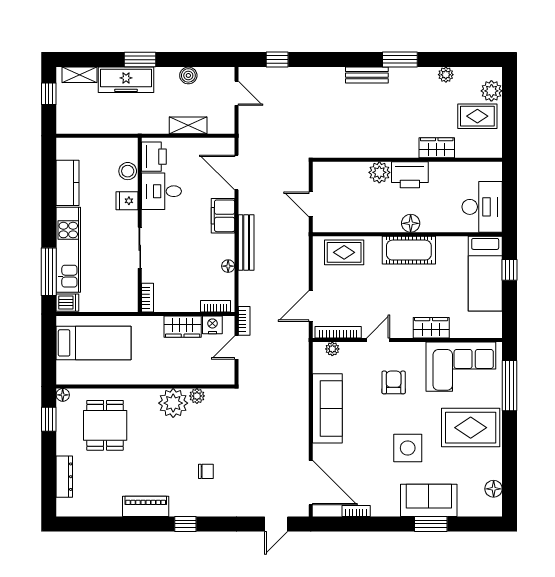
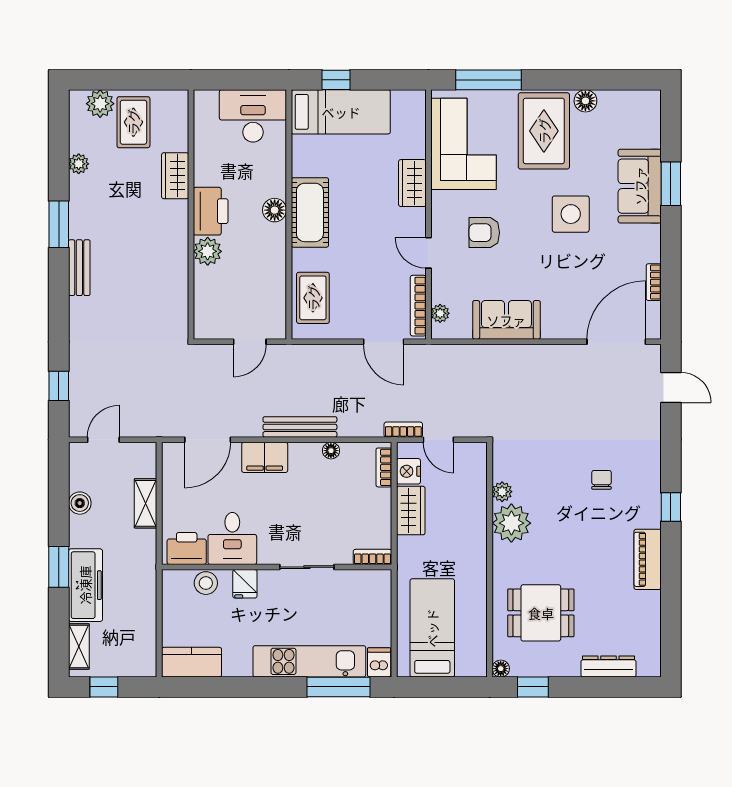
kitchen counter: (68, 183) -> (192, 662), moved
sofa: (327, 408) -> (506, 320), width x0.73
floor lamp: (494, 489) -> (585, 101), moved

